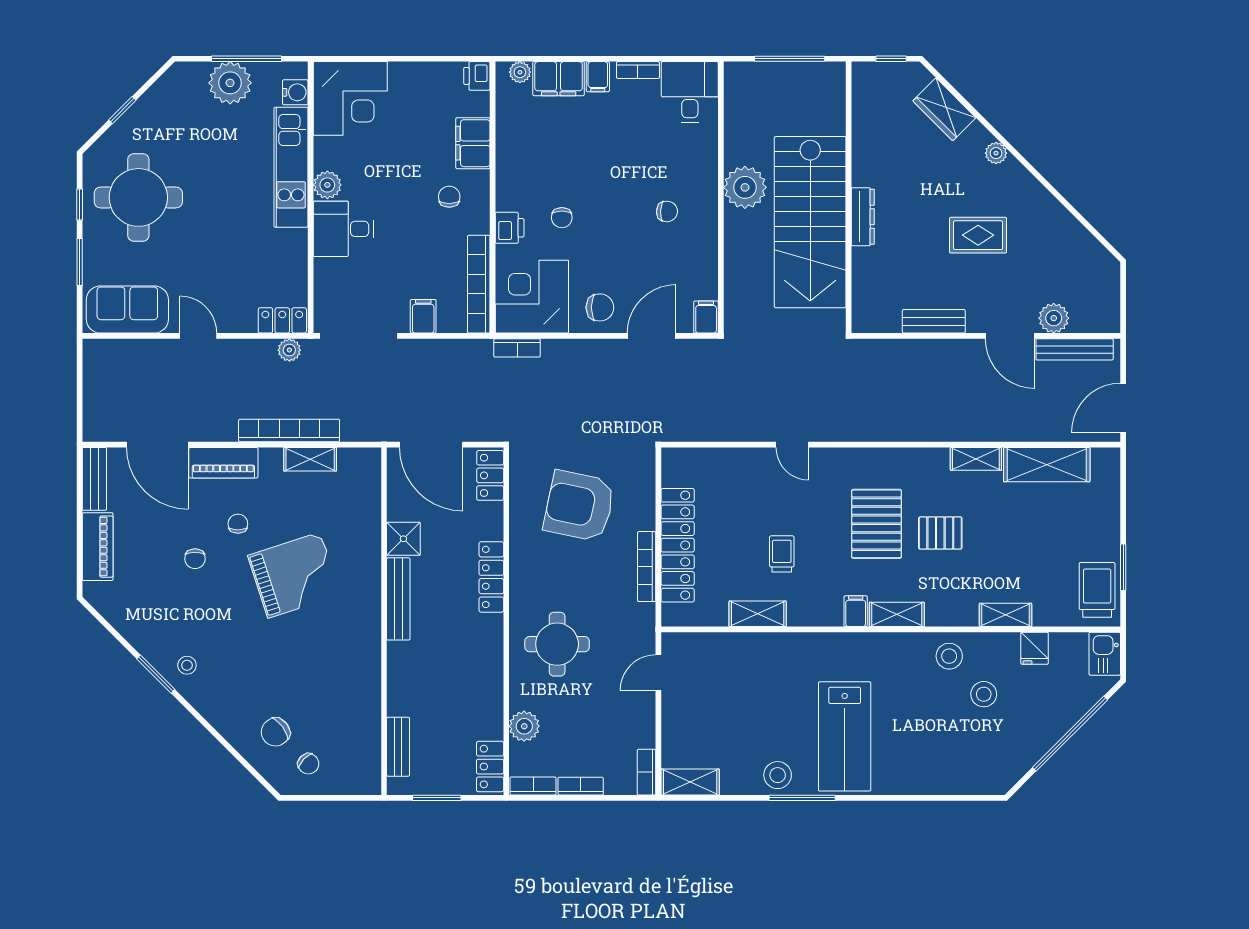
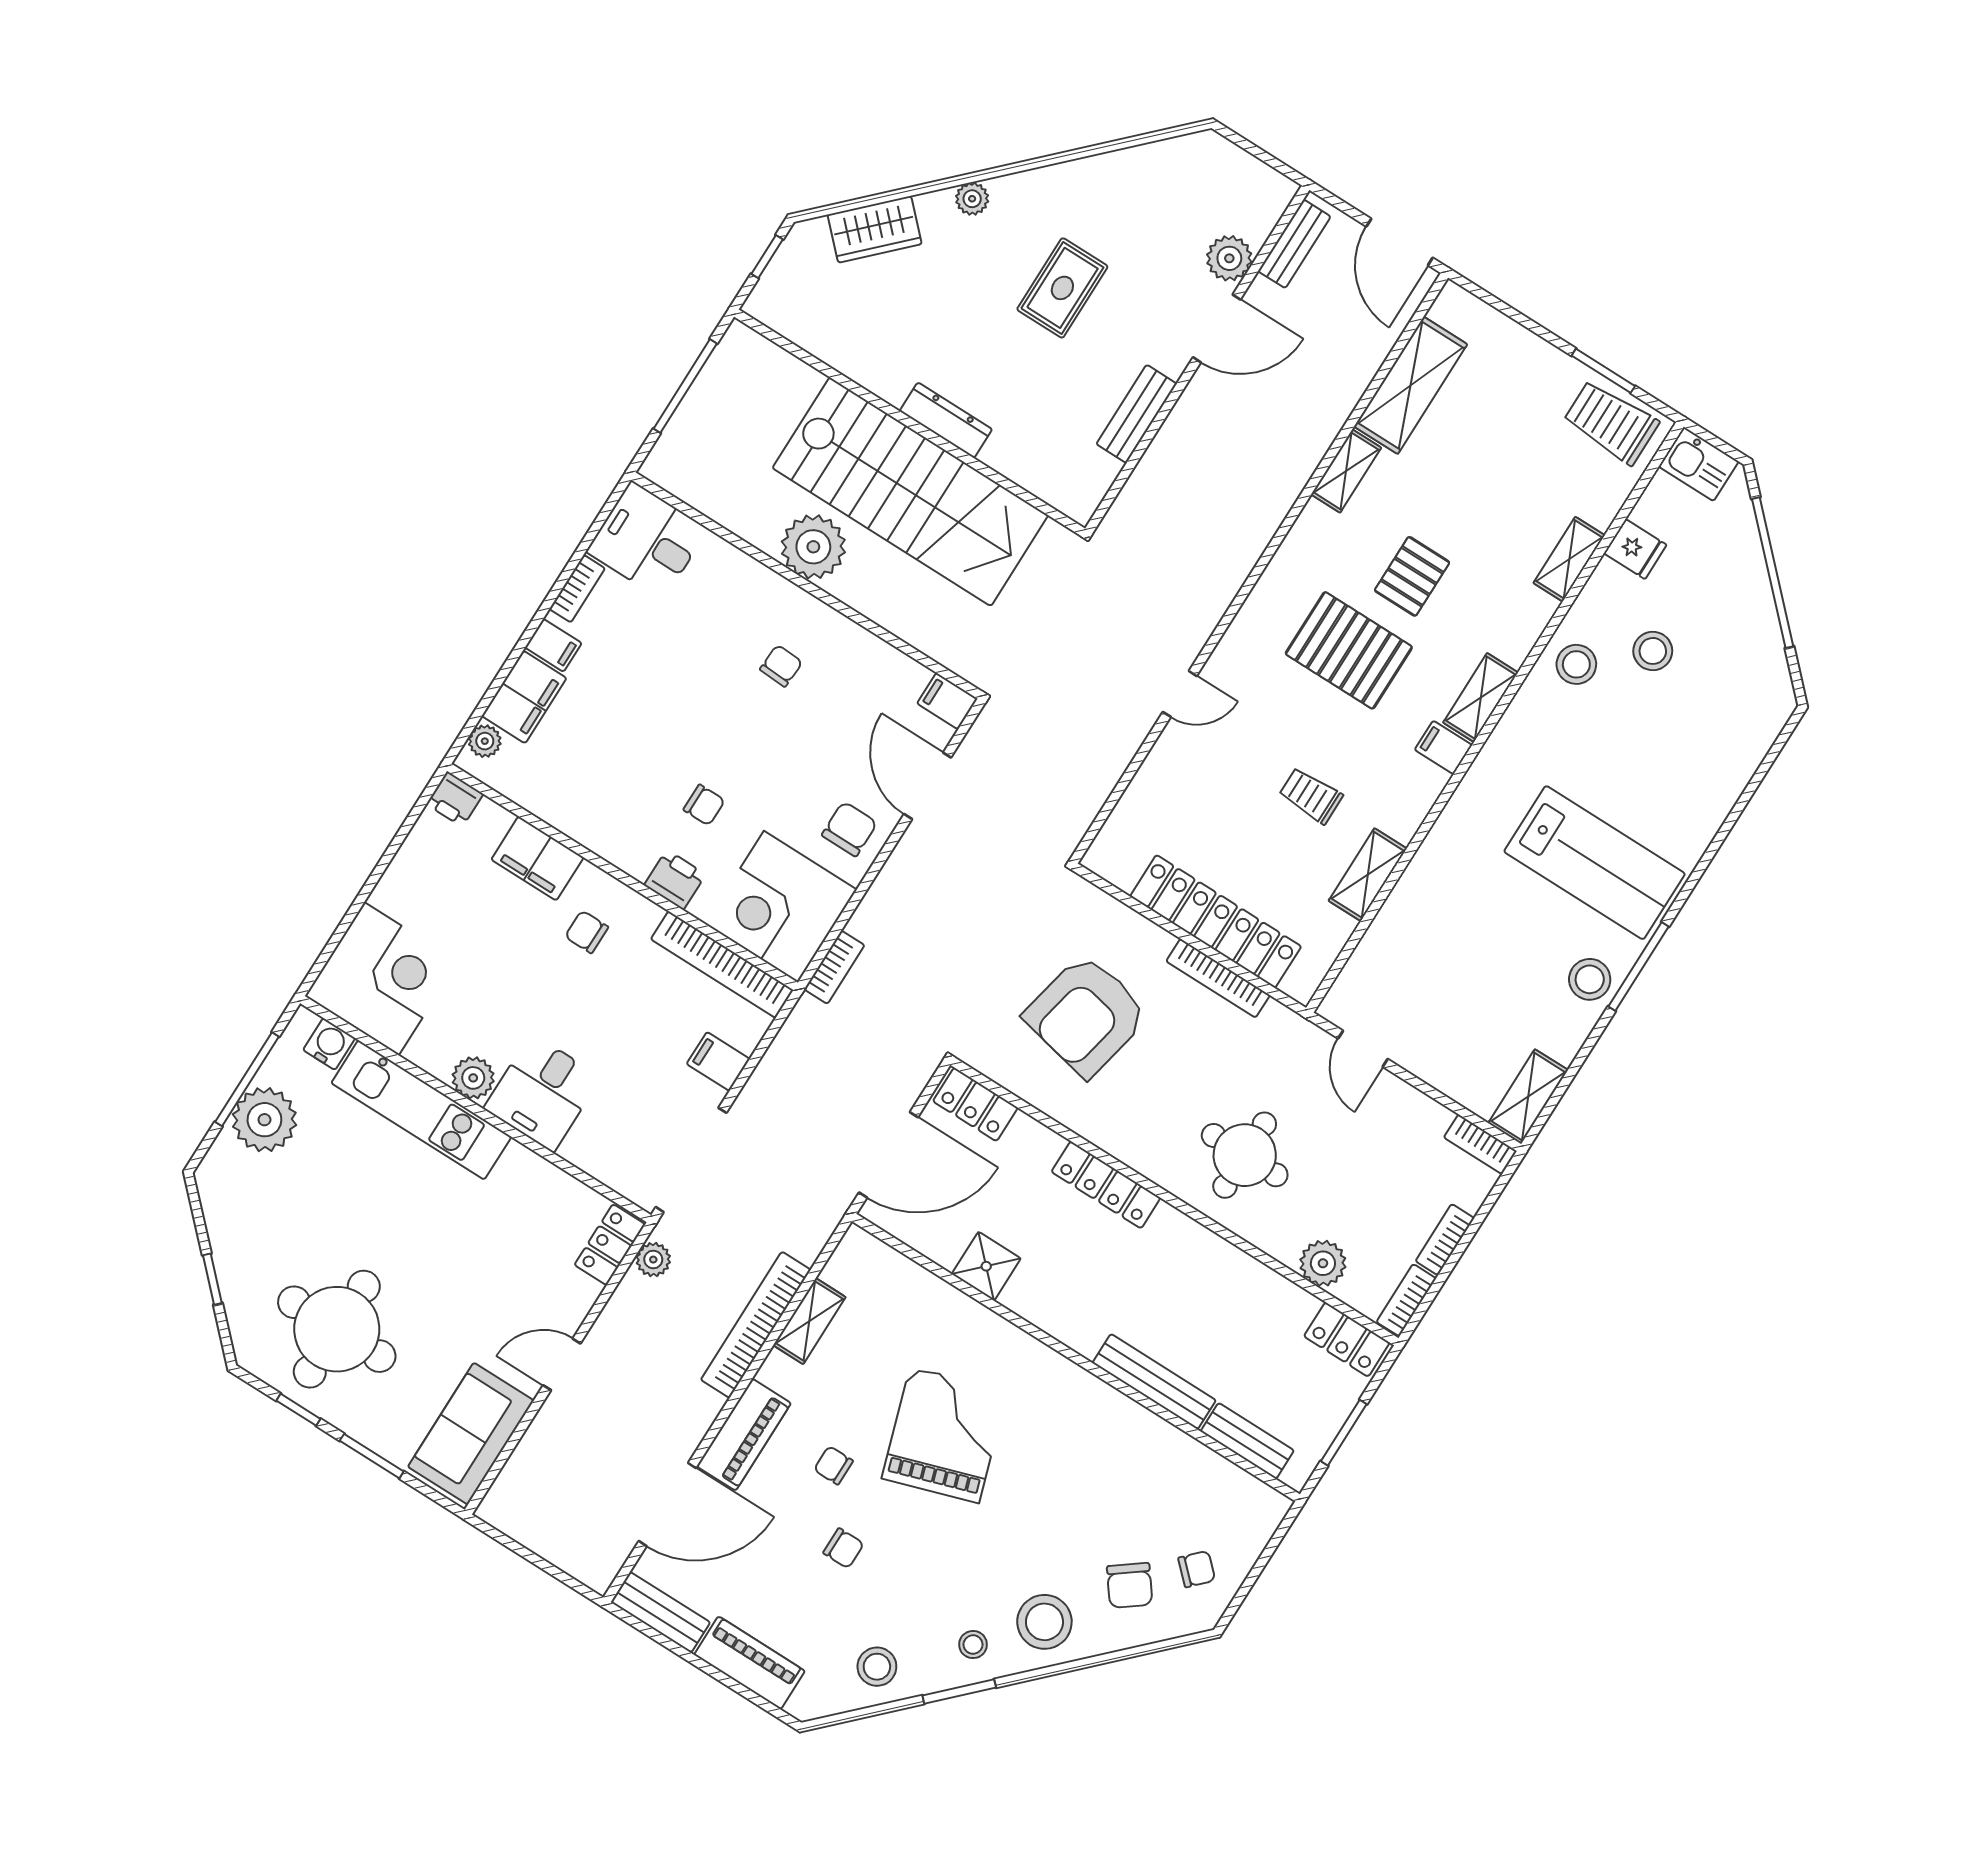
bench: (1075, 349) -> (1294, 244), width x0.73
bench: (398, 599) -> (1154, 1382), moved
stool: (141, 619) -> (877, 1667), added
stool: (225, 697) -> (1044, 1622), added

